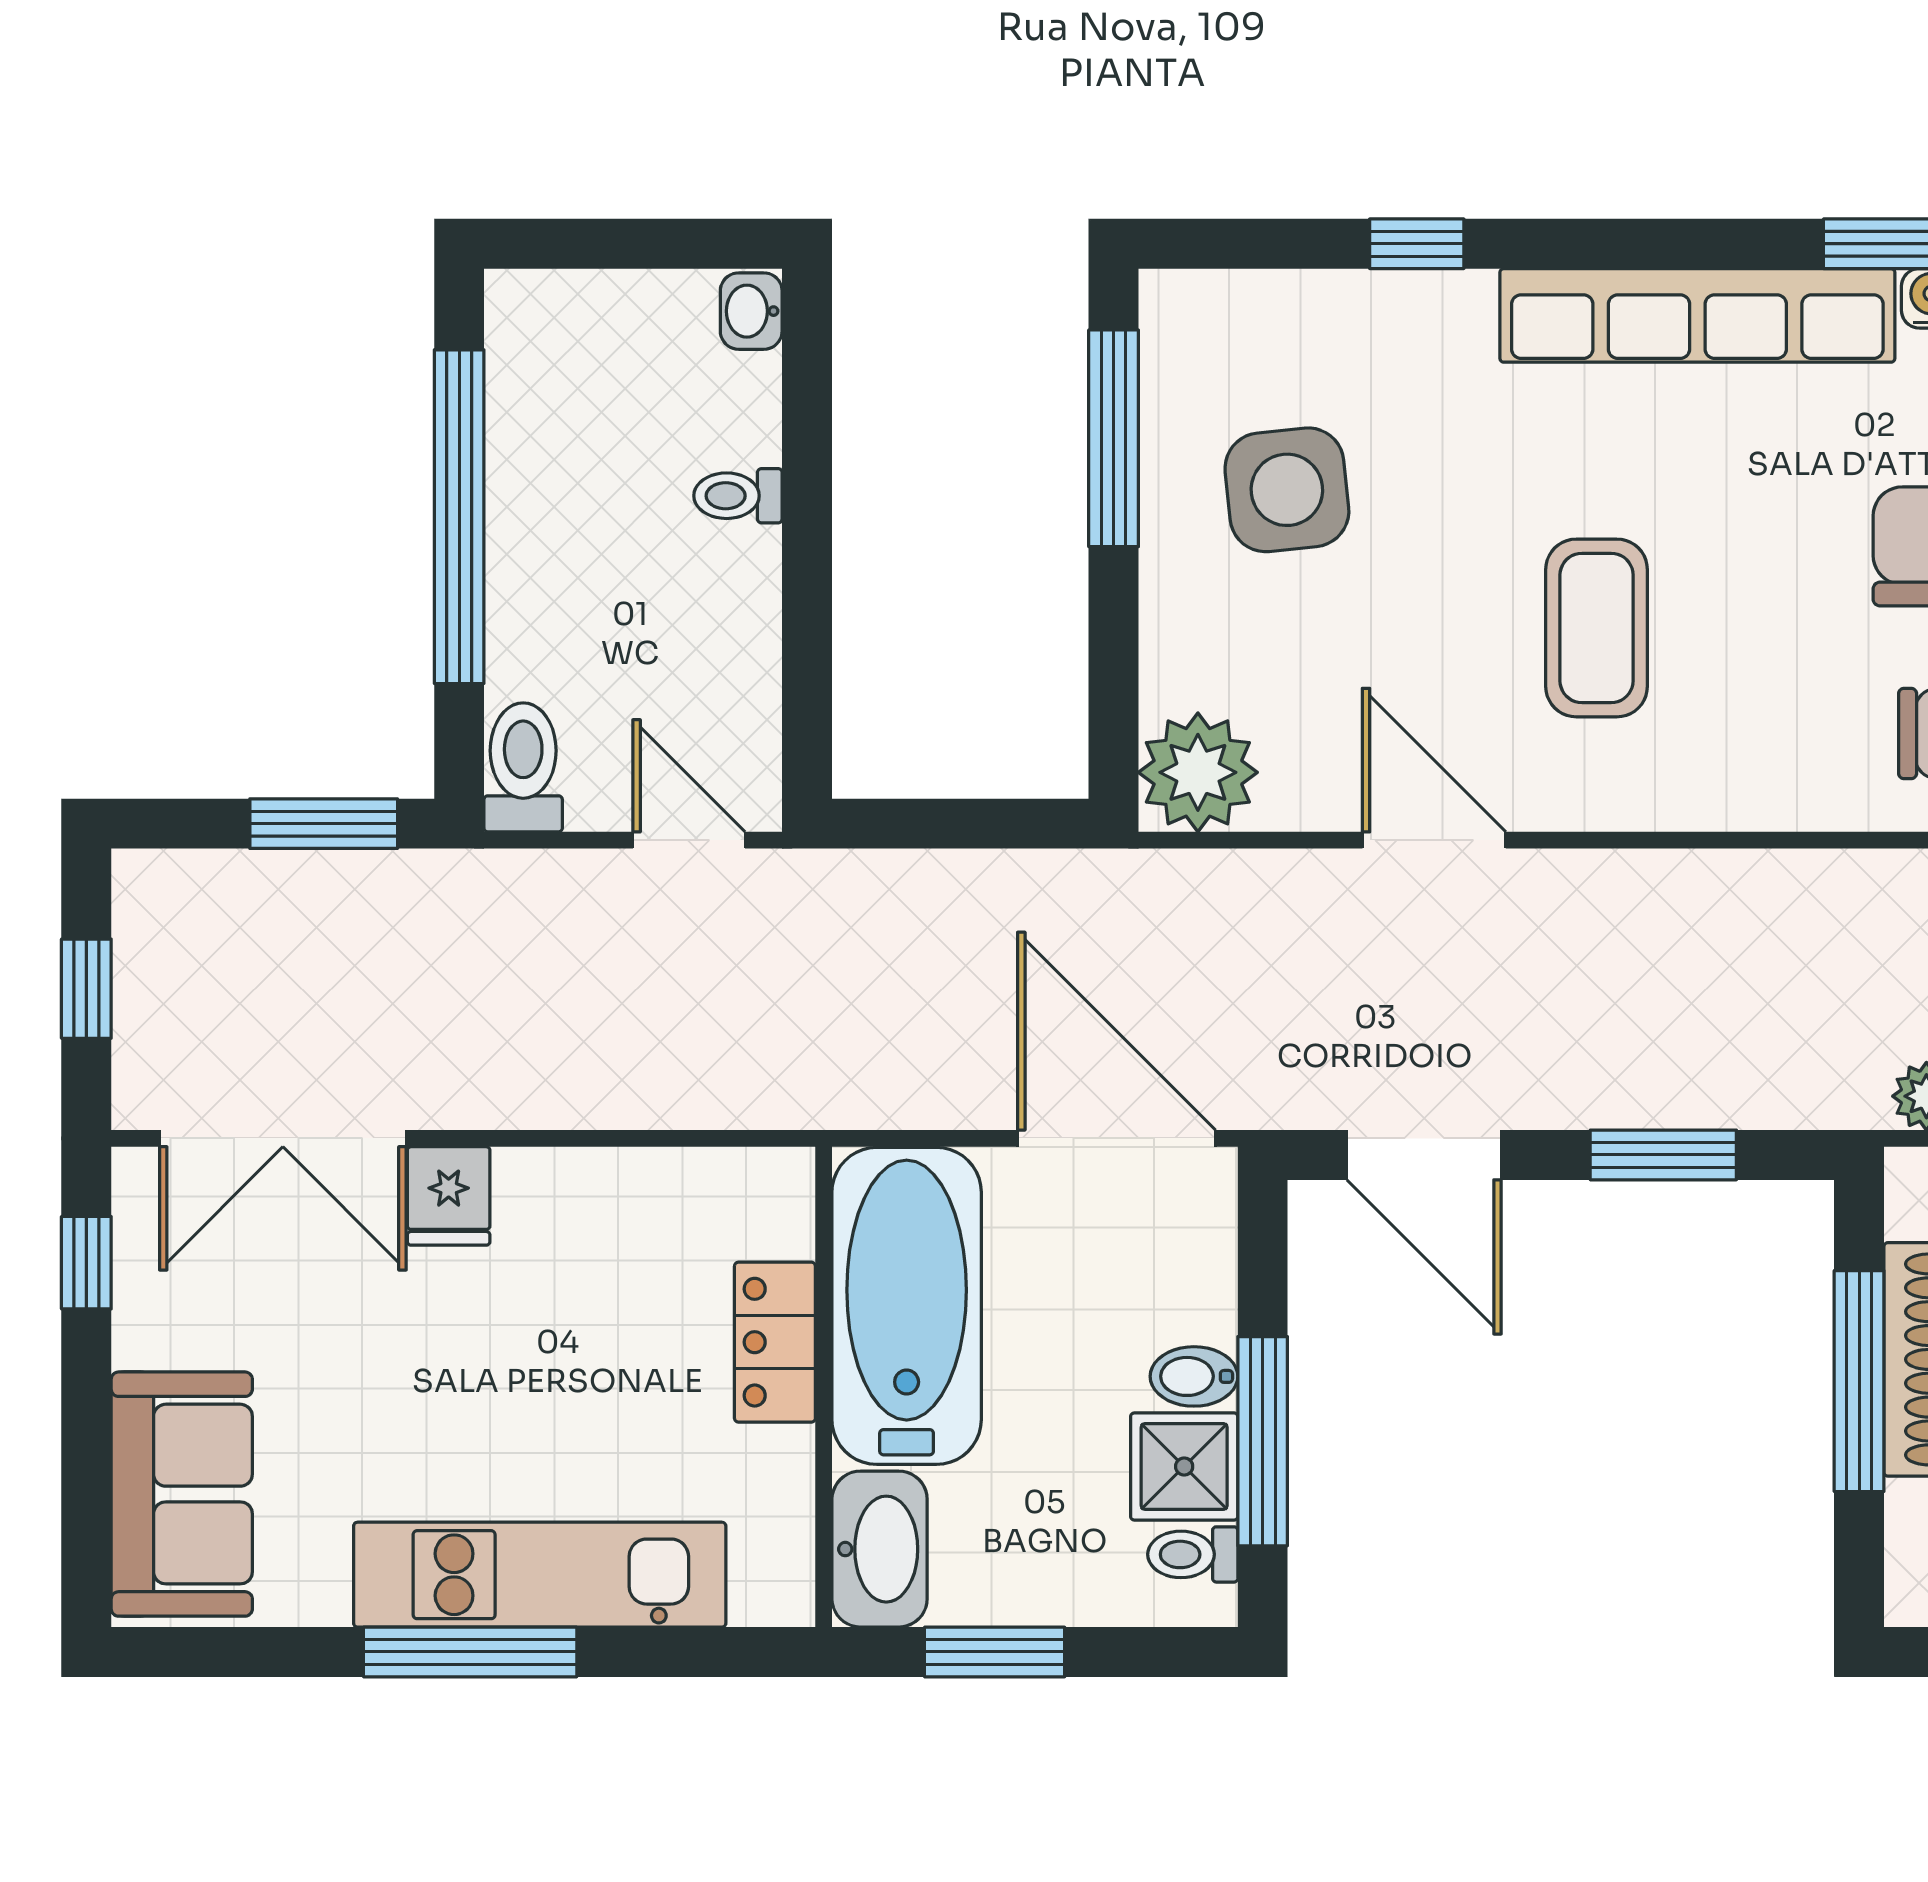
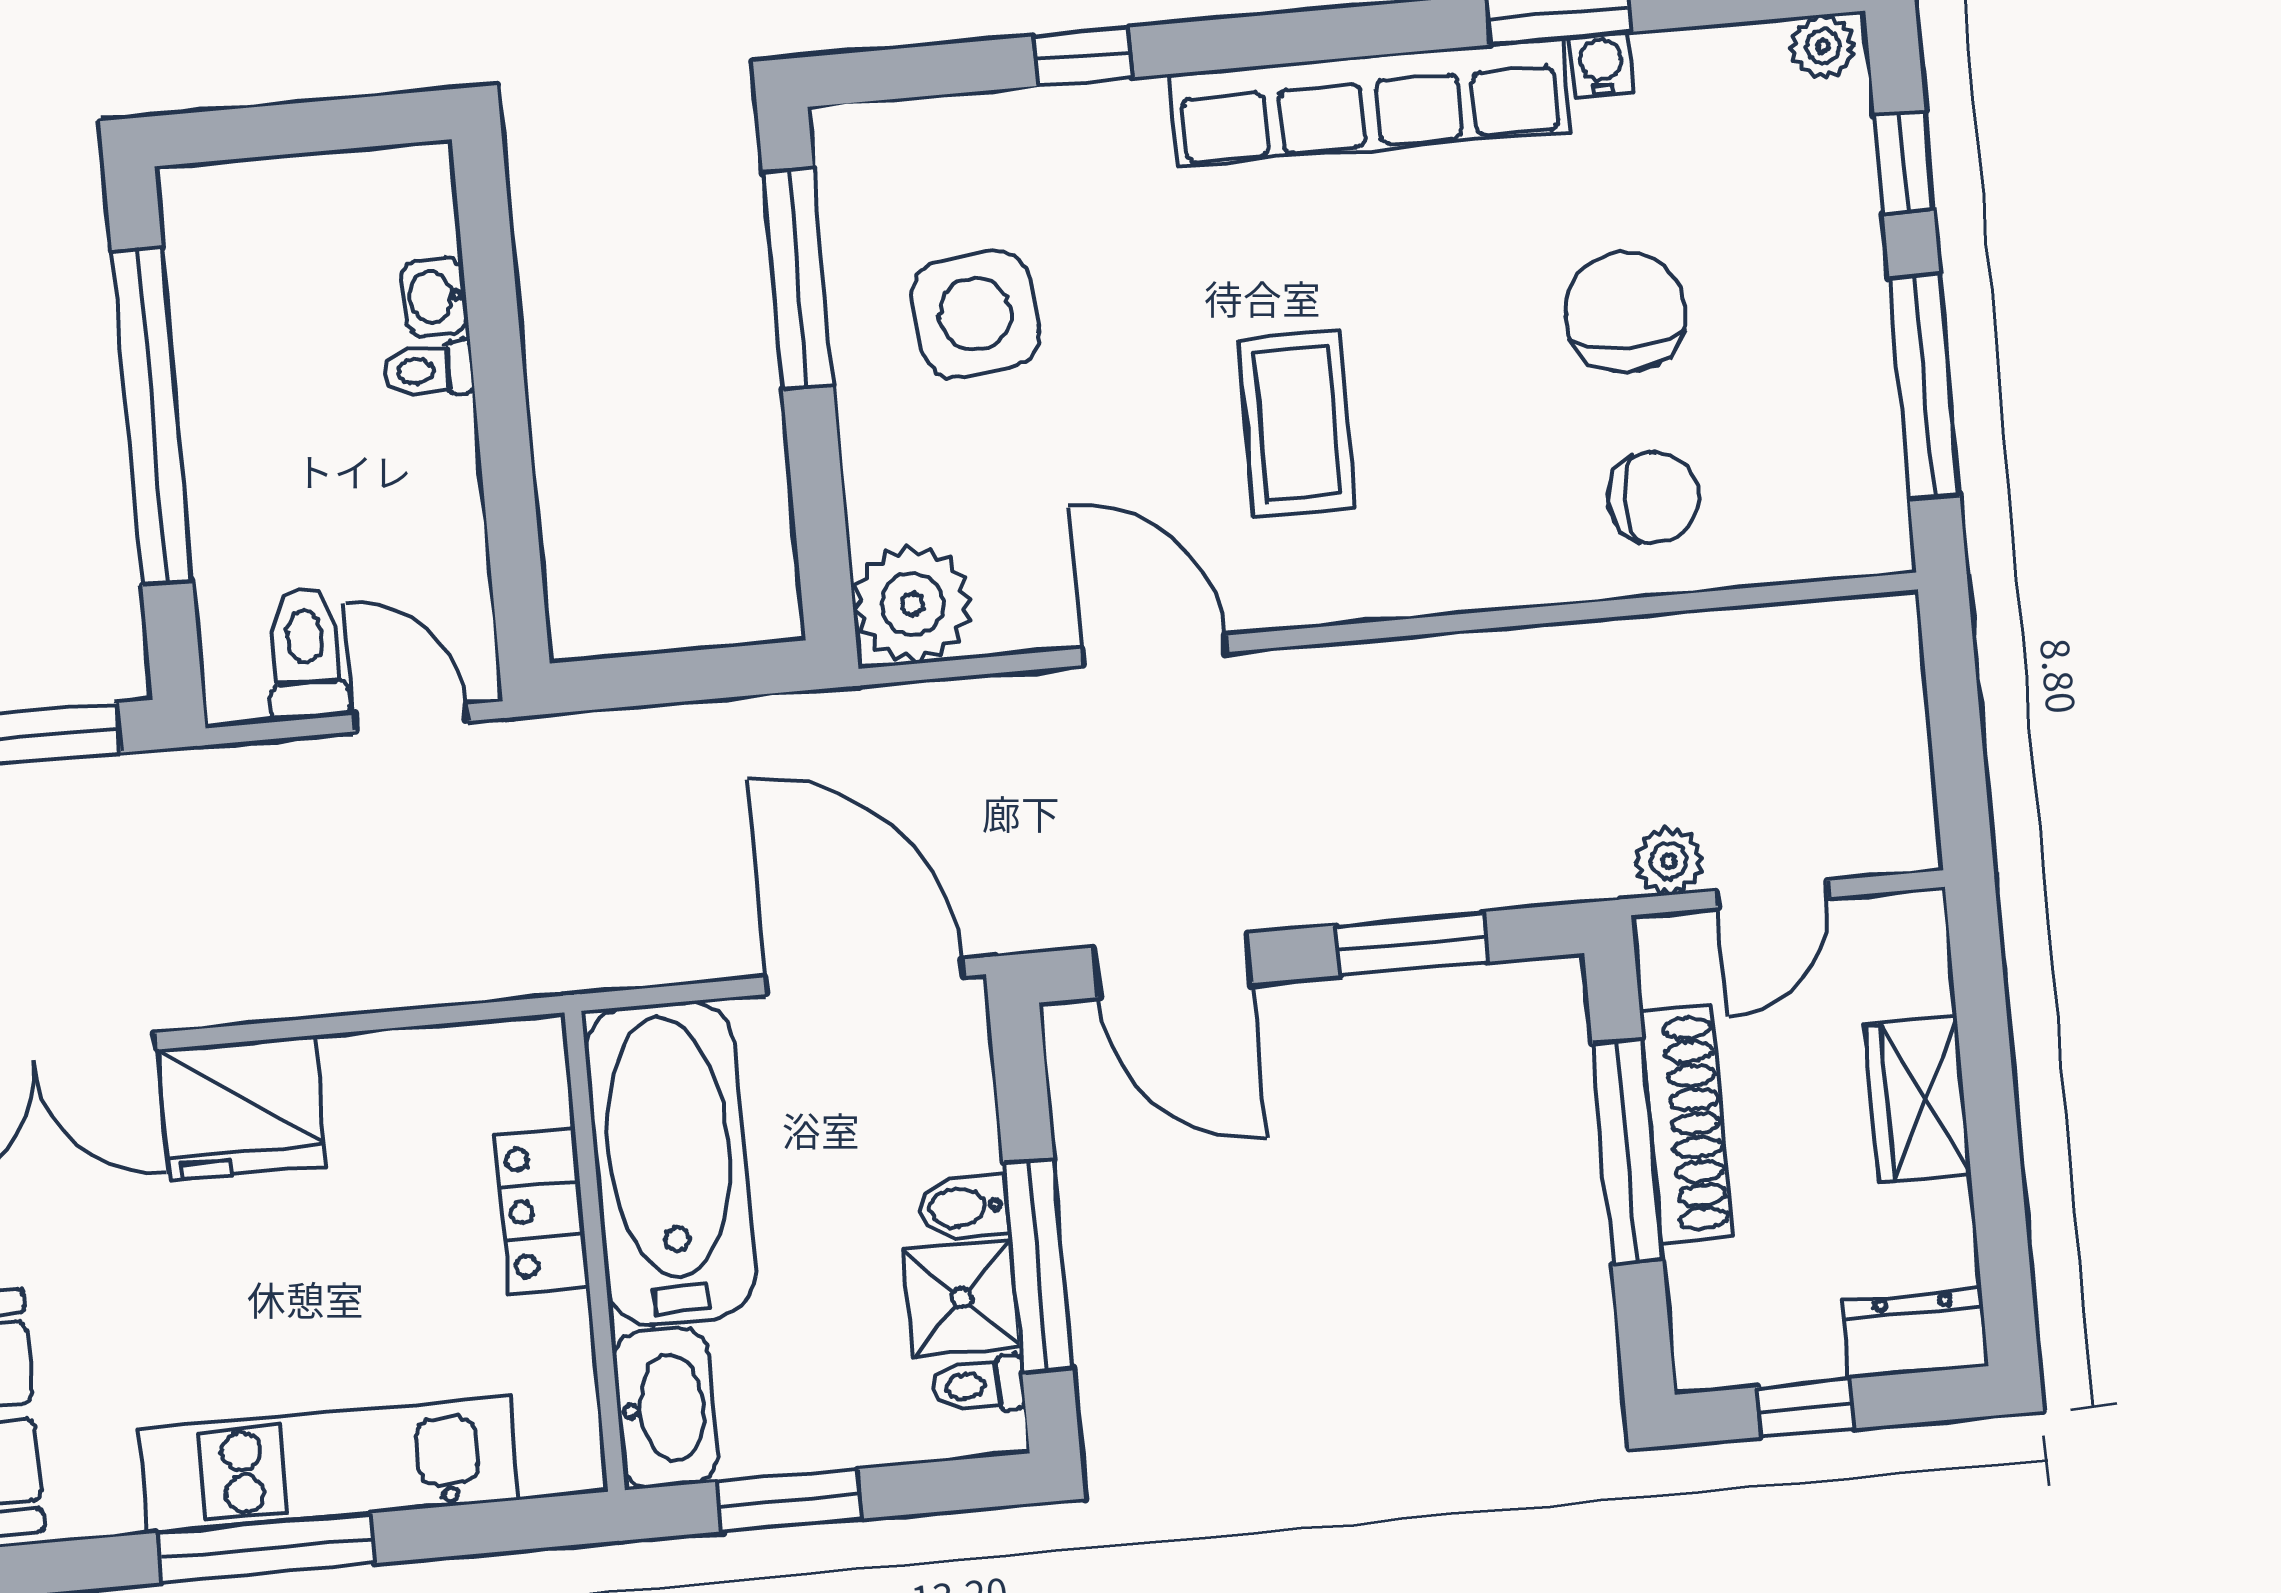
washbasin: (751, 311) -> (435, 297), moved
toilet: (523, 767) -> (306, 654), moved
fridge: (449, 1196) -> (241, 1108), width x1.88, depth x1.34

